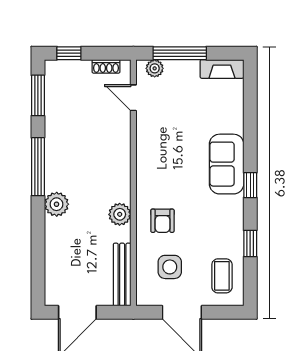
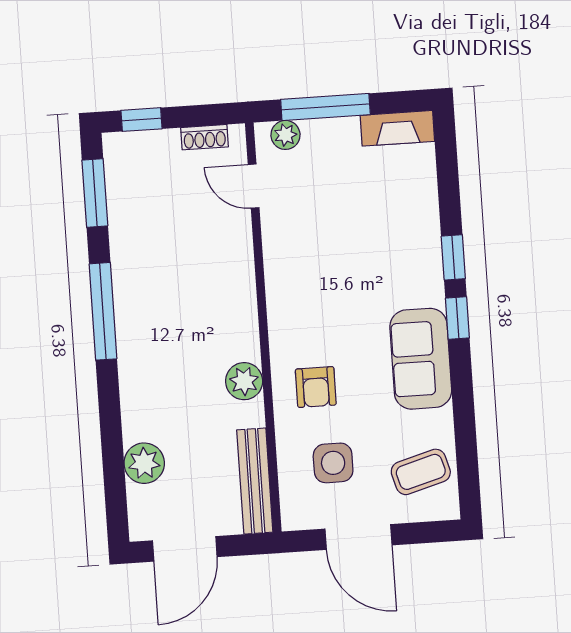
sofa: (227, 164) -> (421, 359), moved
plant: (57, 204) -> (144, 463), moved
window: (250, 243) -> (453, 257), moved
coffee table: (222, 276) -> (421, 472), turned 74

